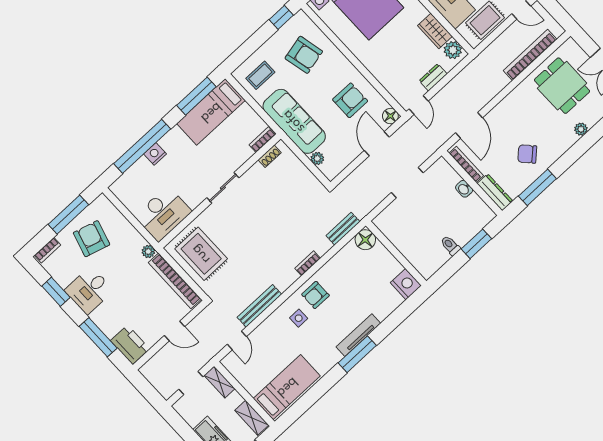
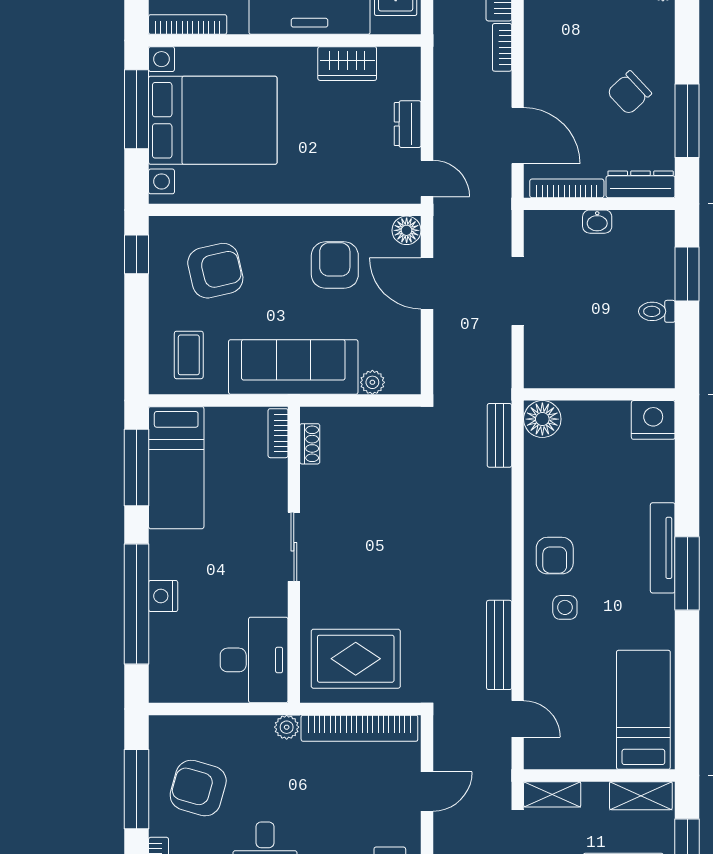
plant: (453, 50) -> (396, 63), removed
bookcase: (308, 263) -> (502, 47), moved

